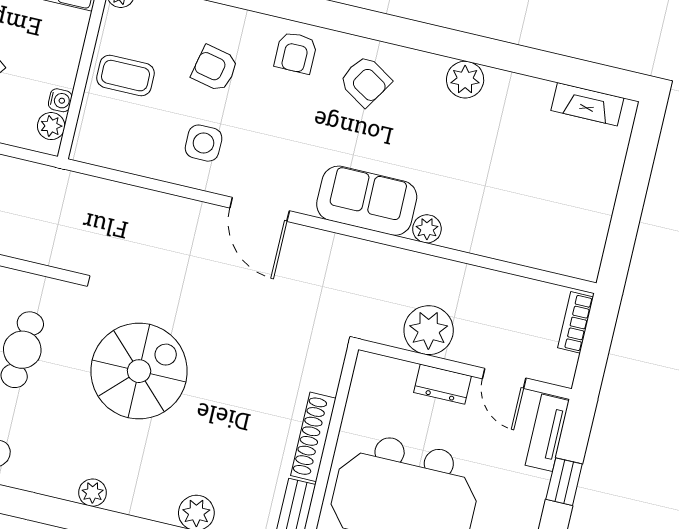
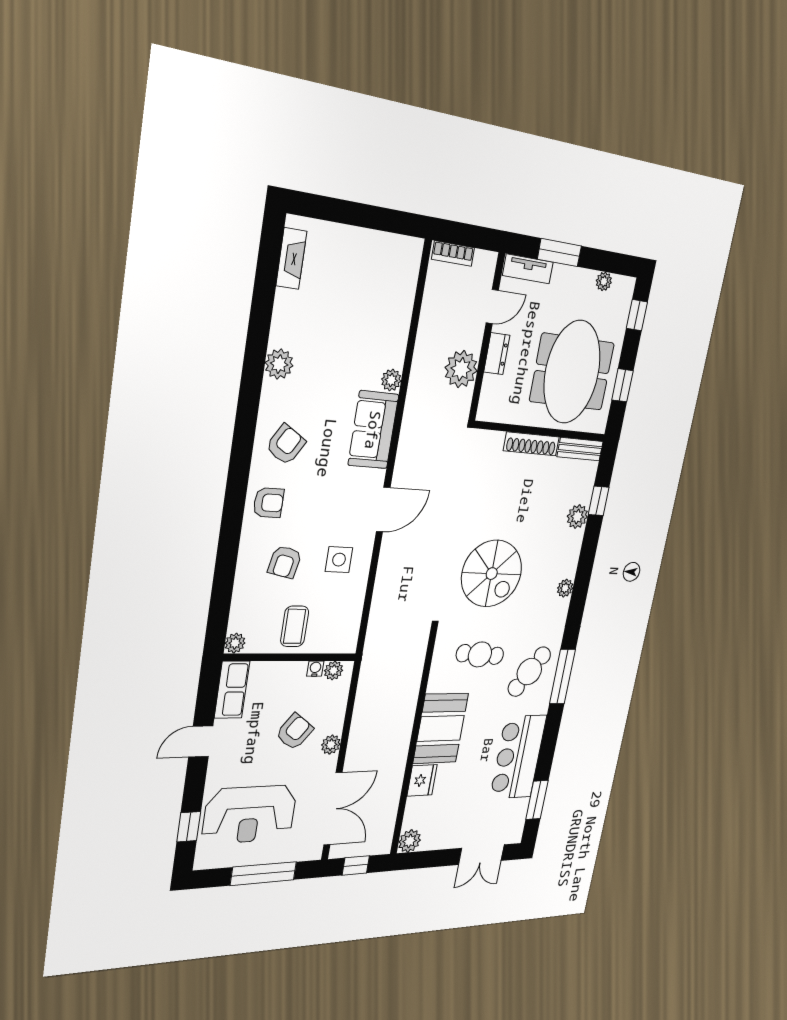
spiral stairs: (139, 371) -> (492, 574), turned 180
window: (564, 482) -> (559, 252), width x1.50

